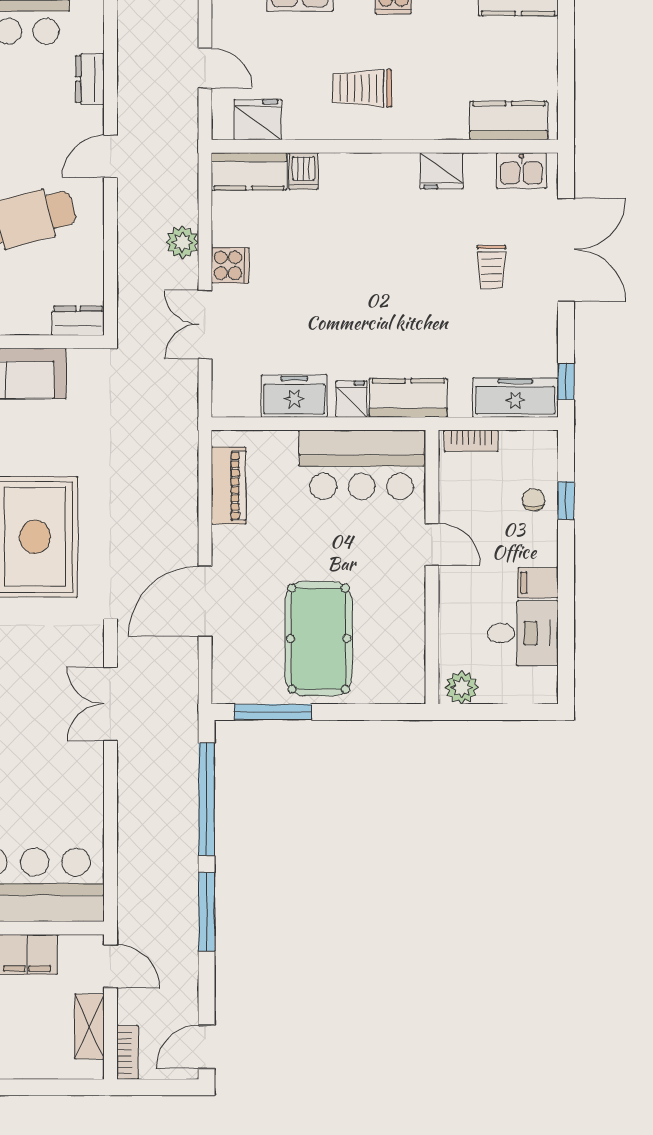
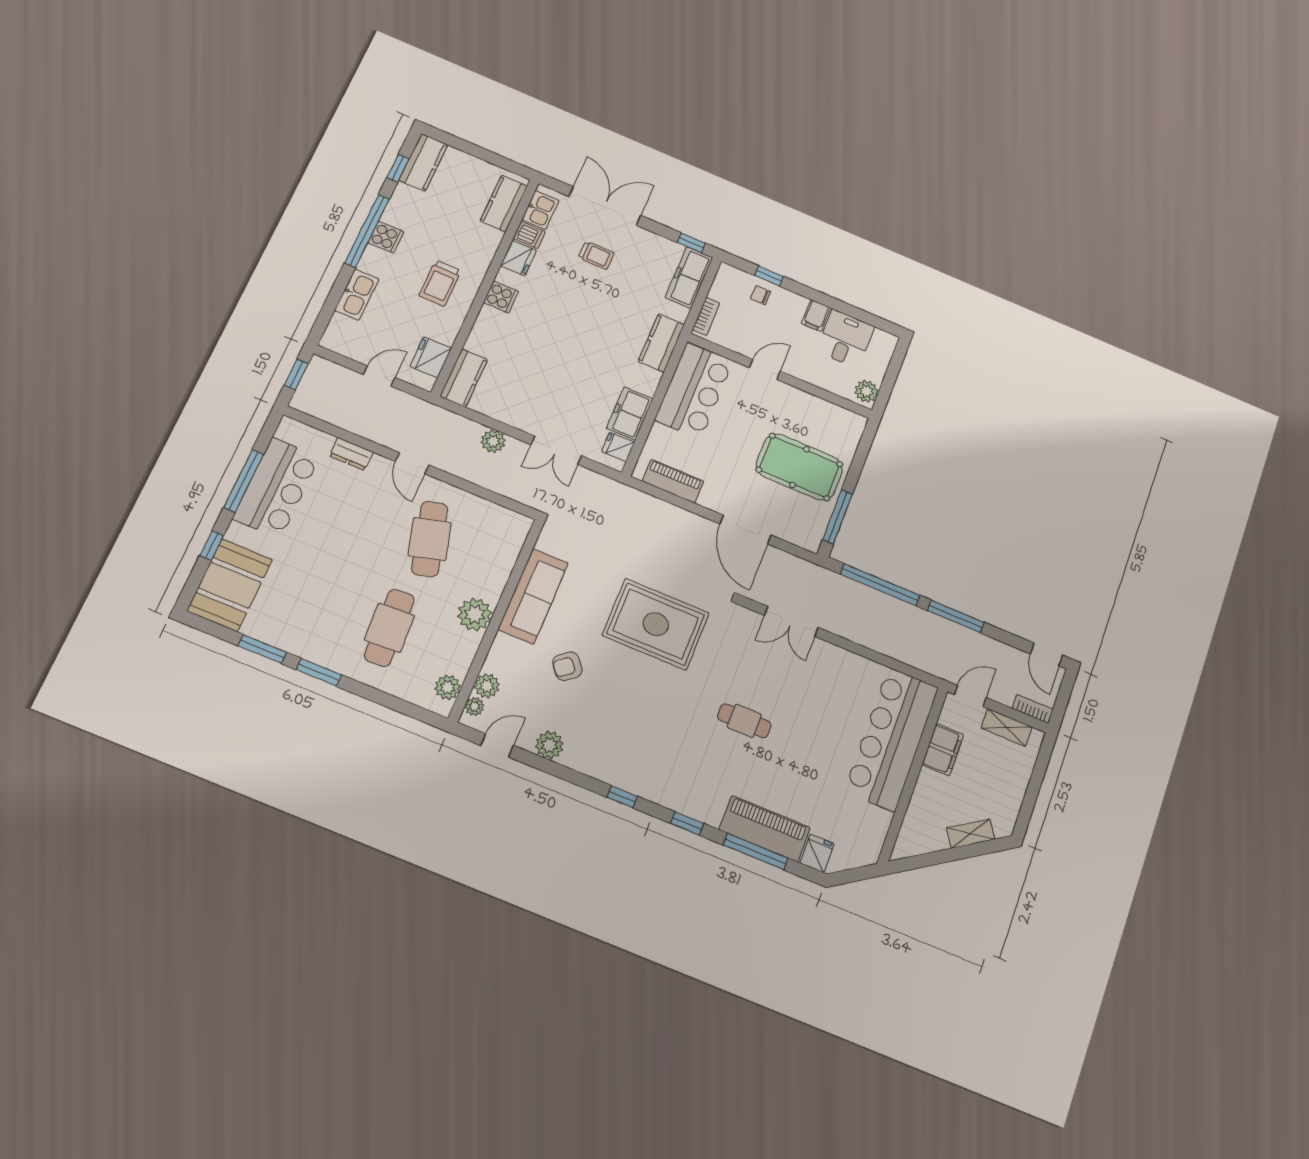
dishwasher: (304, 171) -> (529, 235), moved
cooker: (230, 265) -> (501, 297), moved, turned 90
dresser: (78, 321) -> (517, 532), removed
fridge: (351, 399) -> (618, 447), moved

